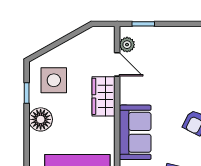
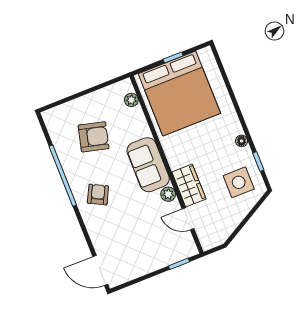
plant: (127, 45) -> (168, 194), moved
floor lamp: (41, 119) -> (242, 141), width x0.53, depth x0.53

